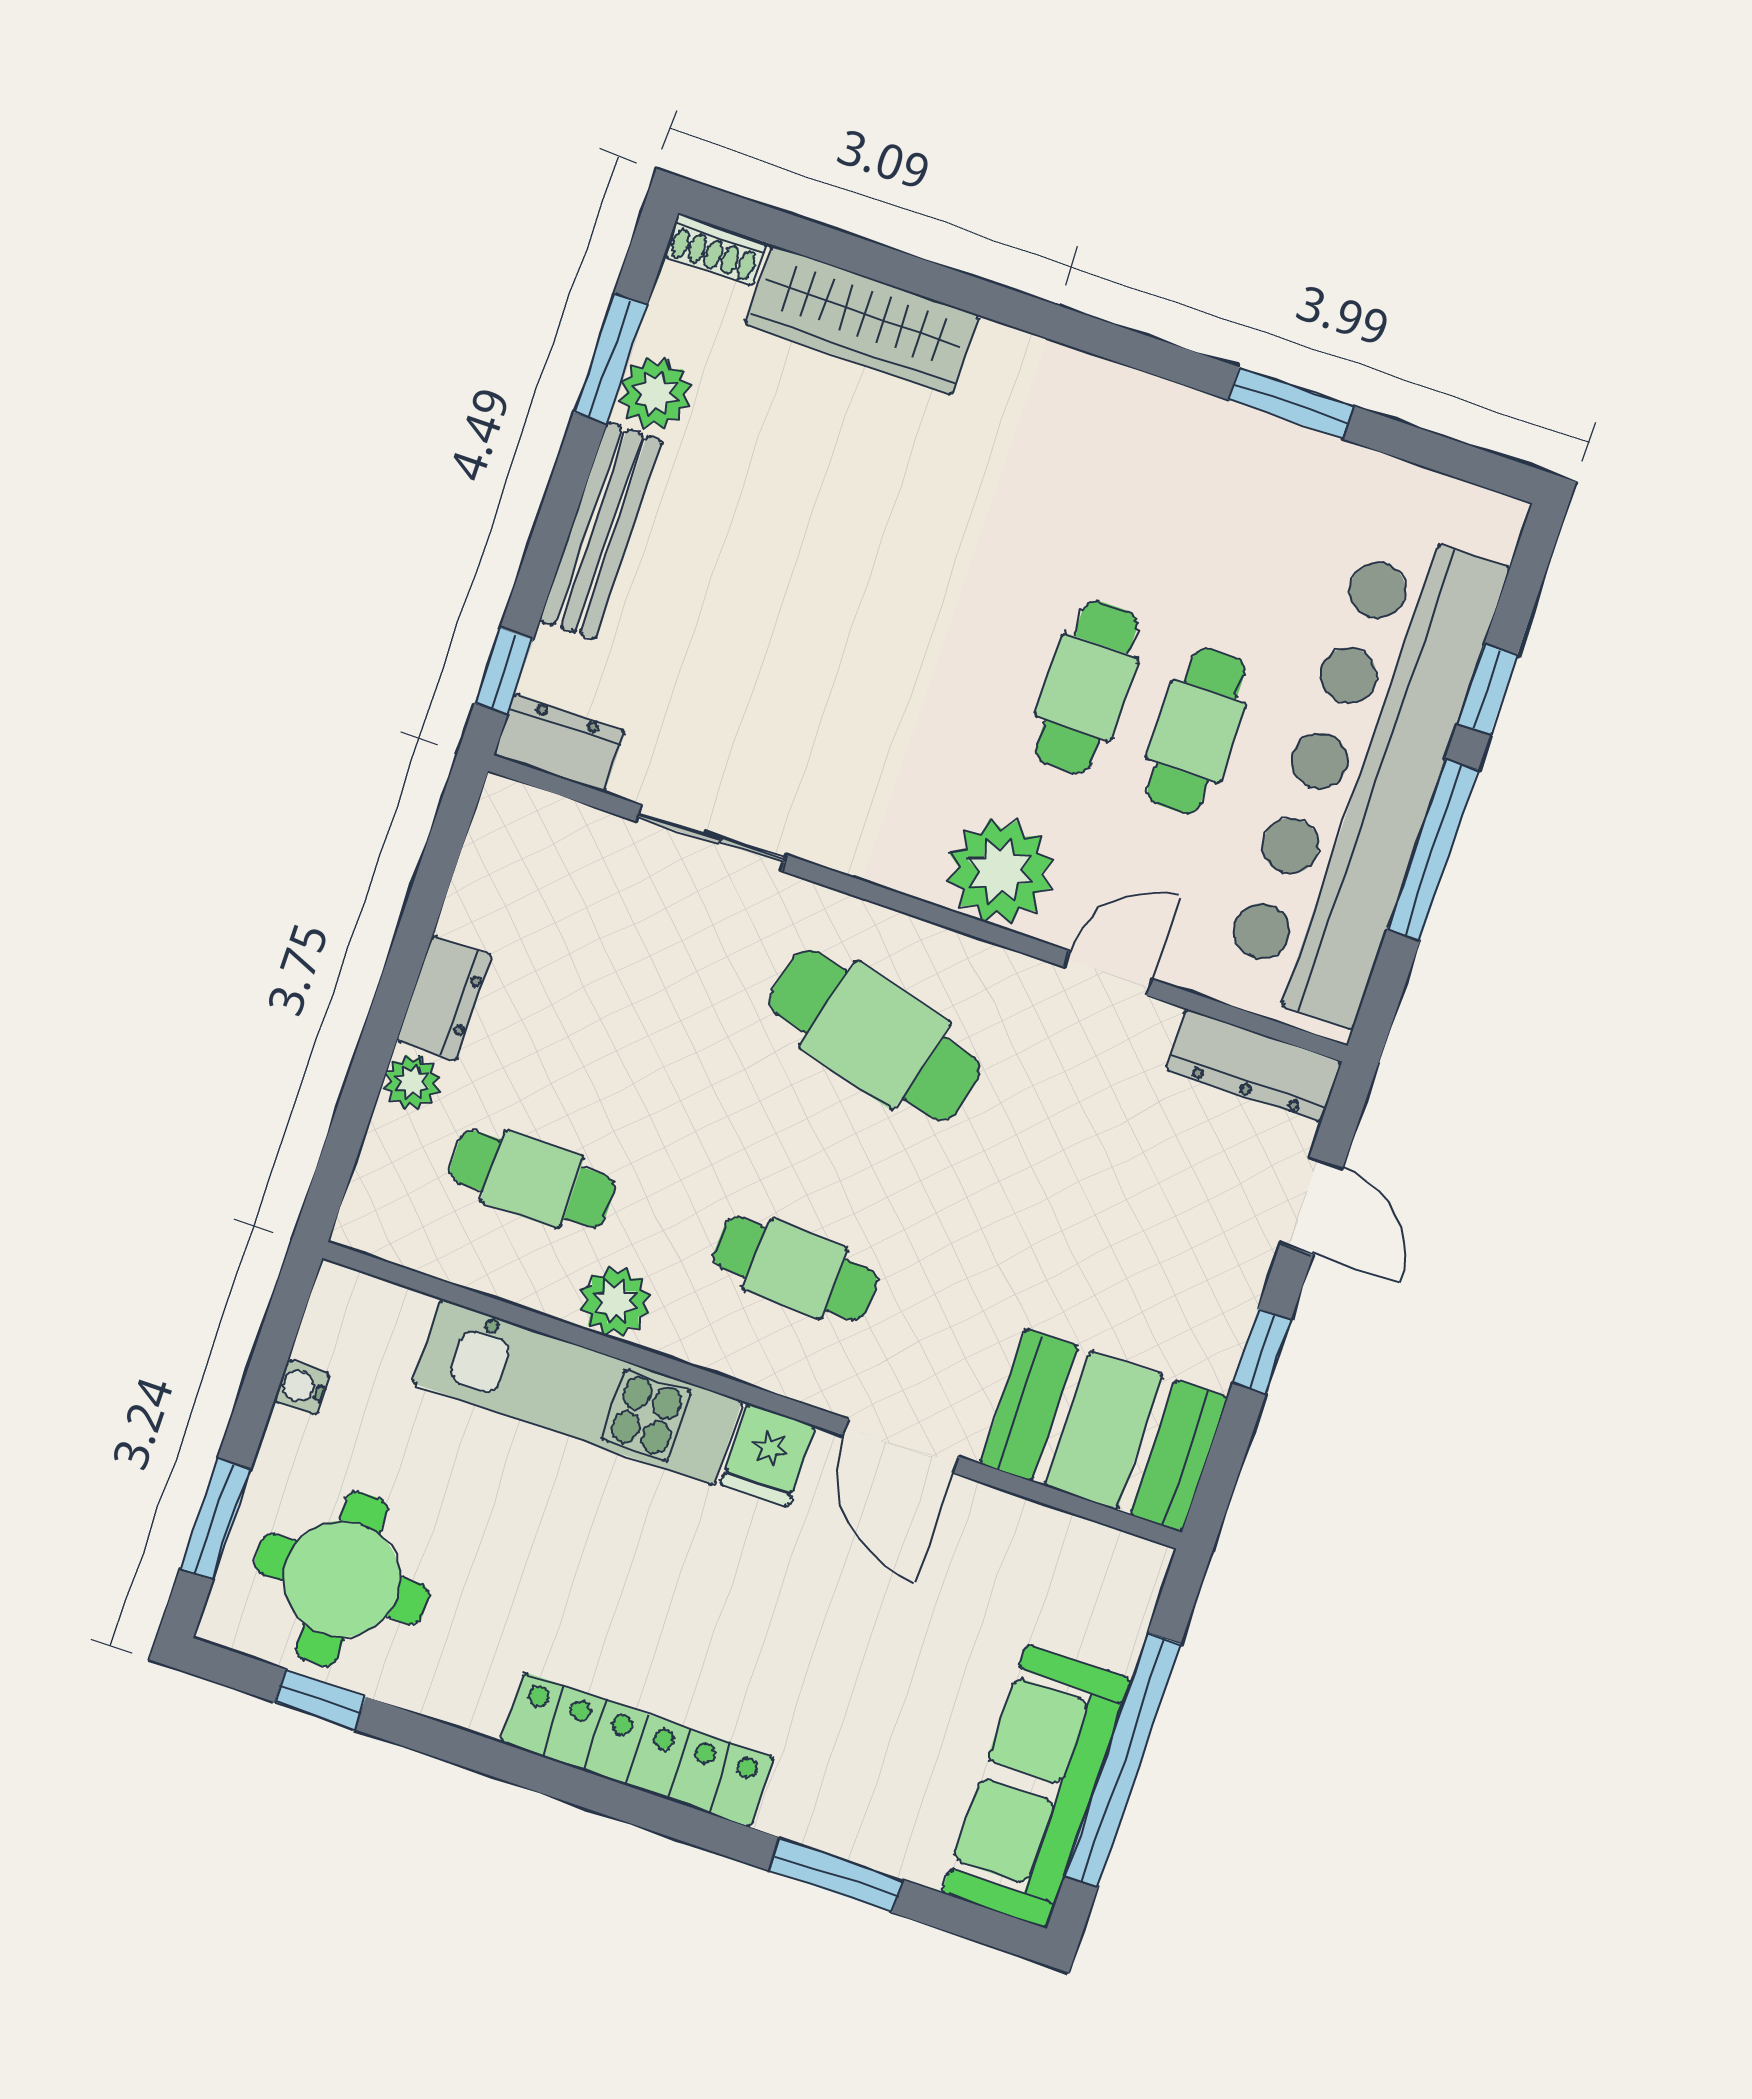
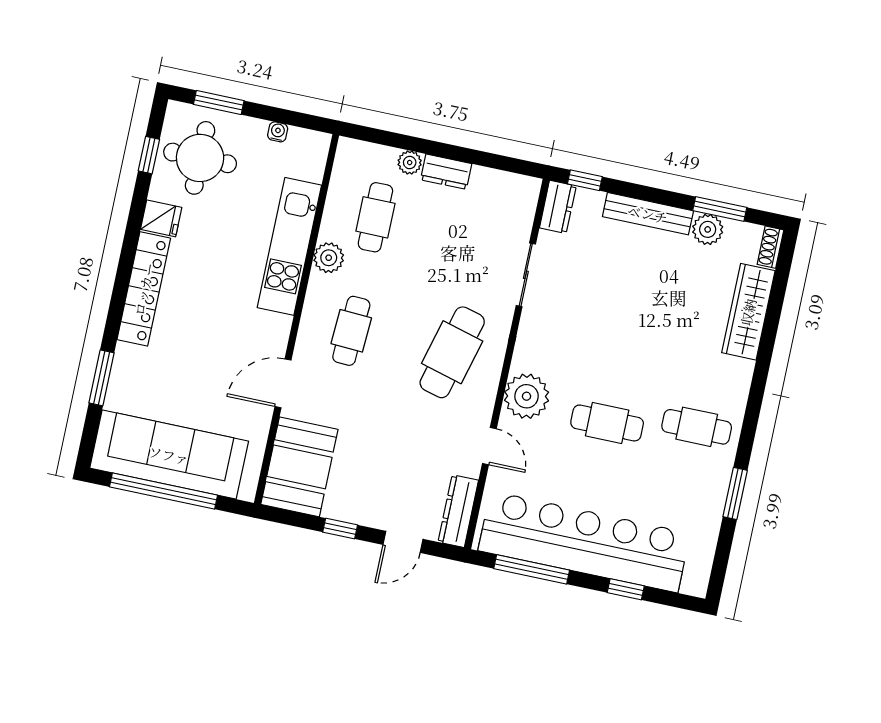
cafe table: (1196, 731) -> (697, 427), moved
window: (1433, 850) -> (532, 569), moved
fridge: (768, 1455) -> (161, 218), moved, turned 180
sofa: (1037, 1786) -> (169, 455), width x1.36, depth x1.27

